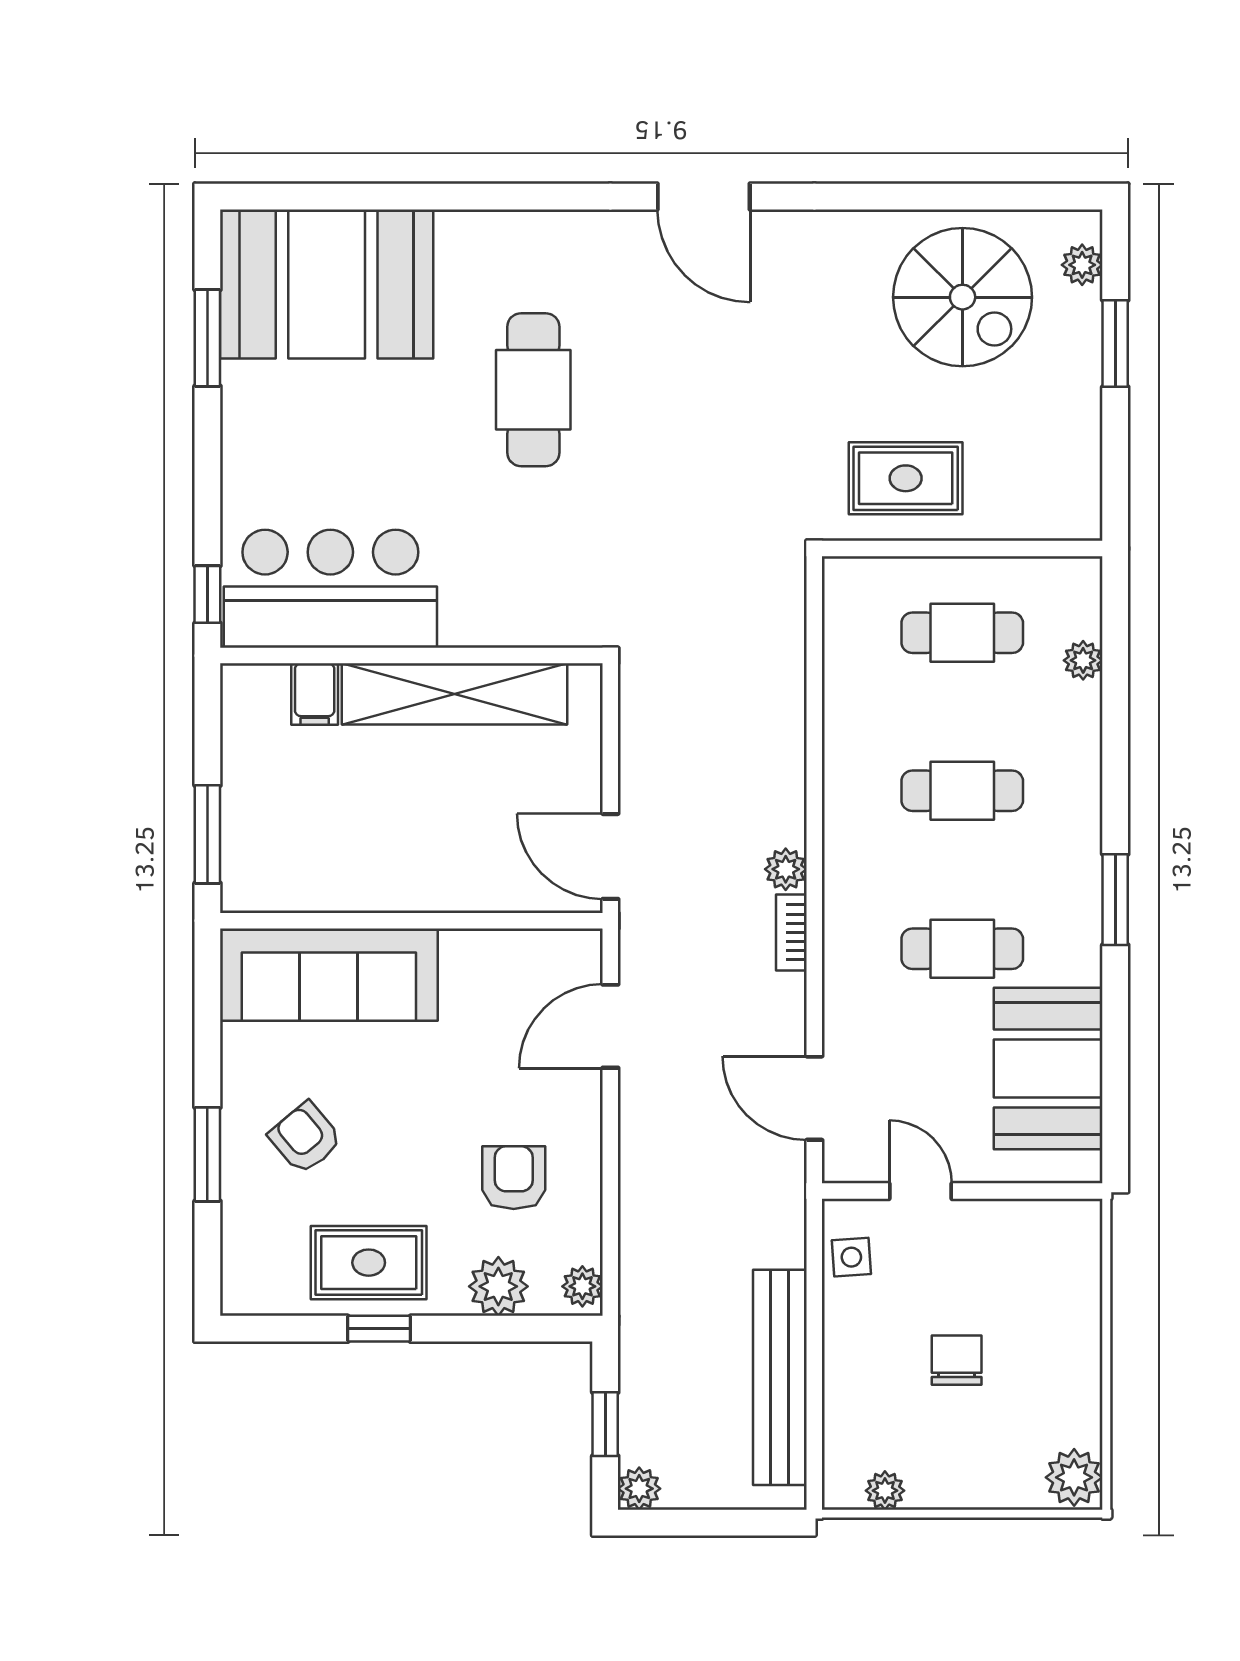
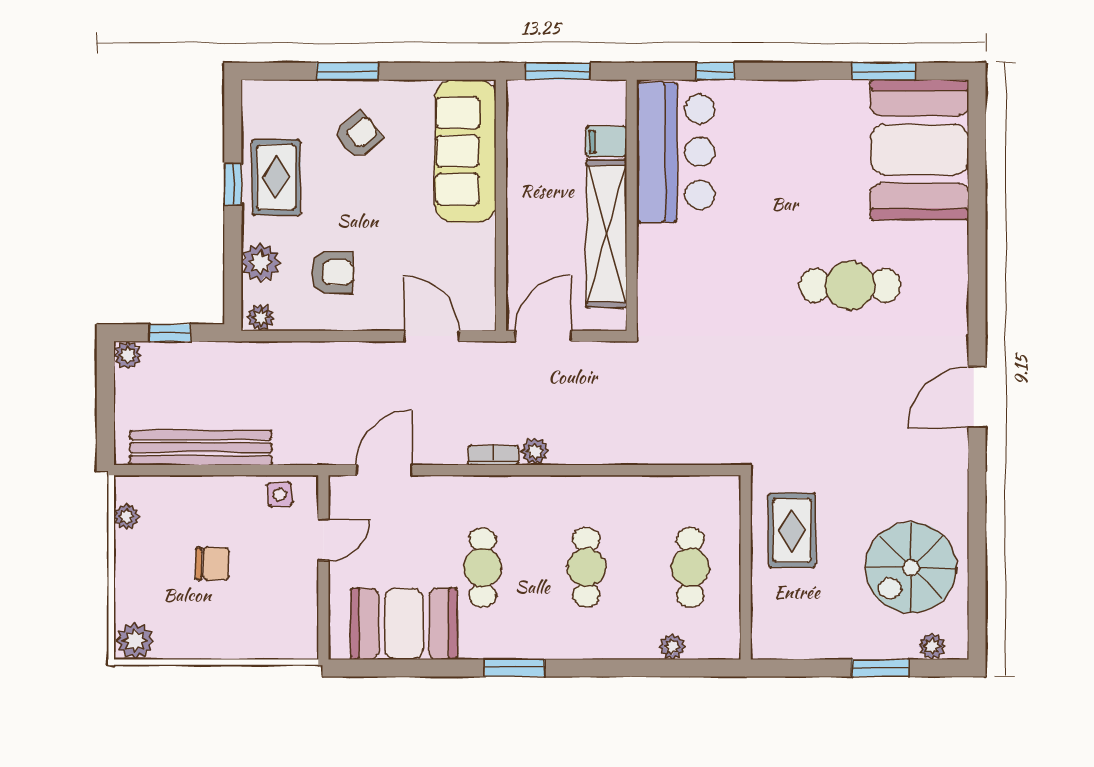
bar counter: (330, 589) -> (676, 152), moved
wall: (411, 656) -> (632, 205), moved
filing cabinet: (315, 694) -> (606, 142), moved
shelving: (454, 694) -> (606, 234), moved

